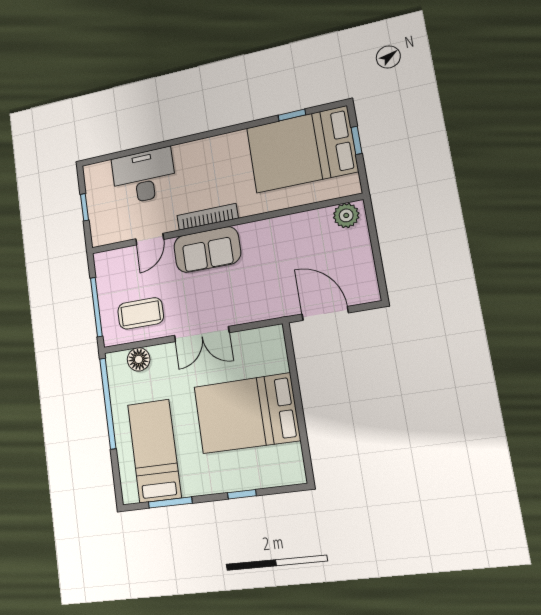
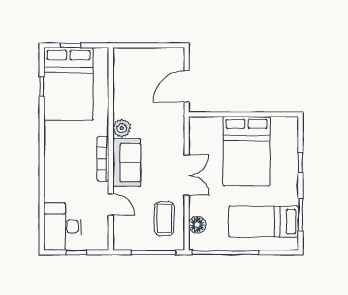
desk: (144, 176) -> (62, 227), moved
plant: (346, 215) -> (122, 128), moved

